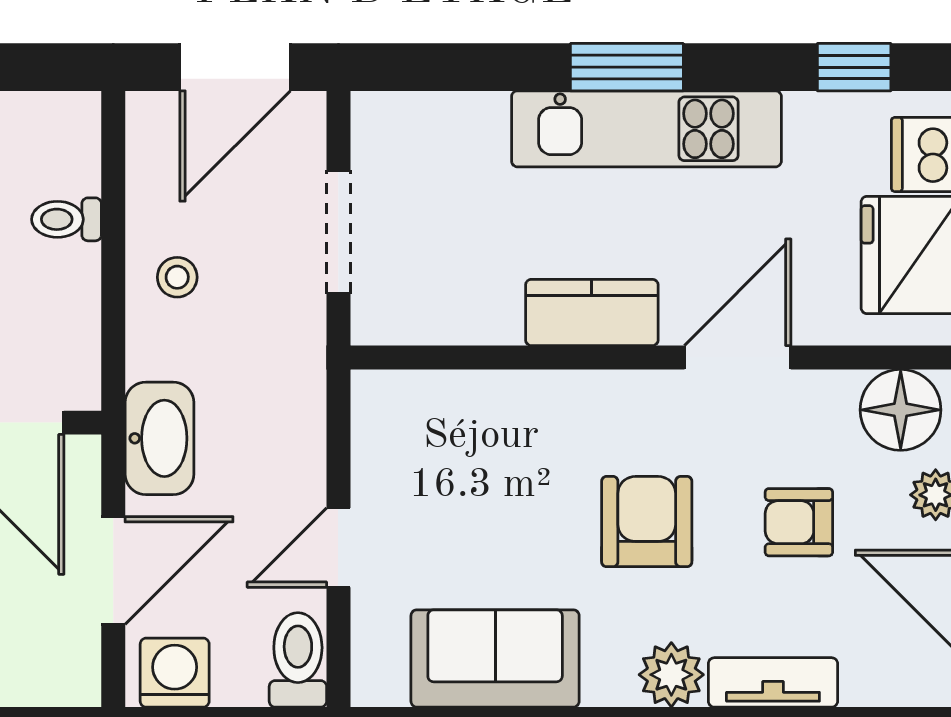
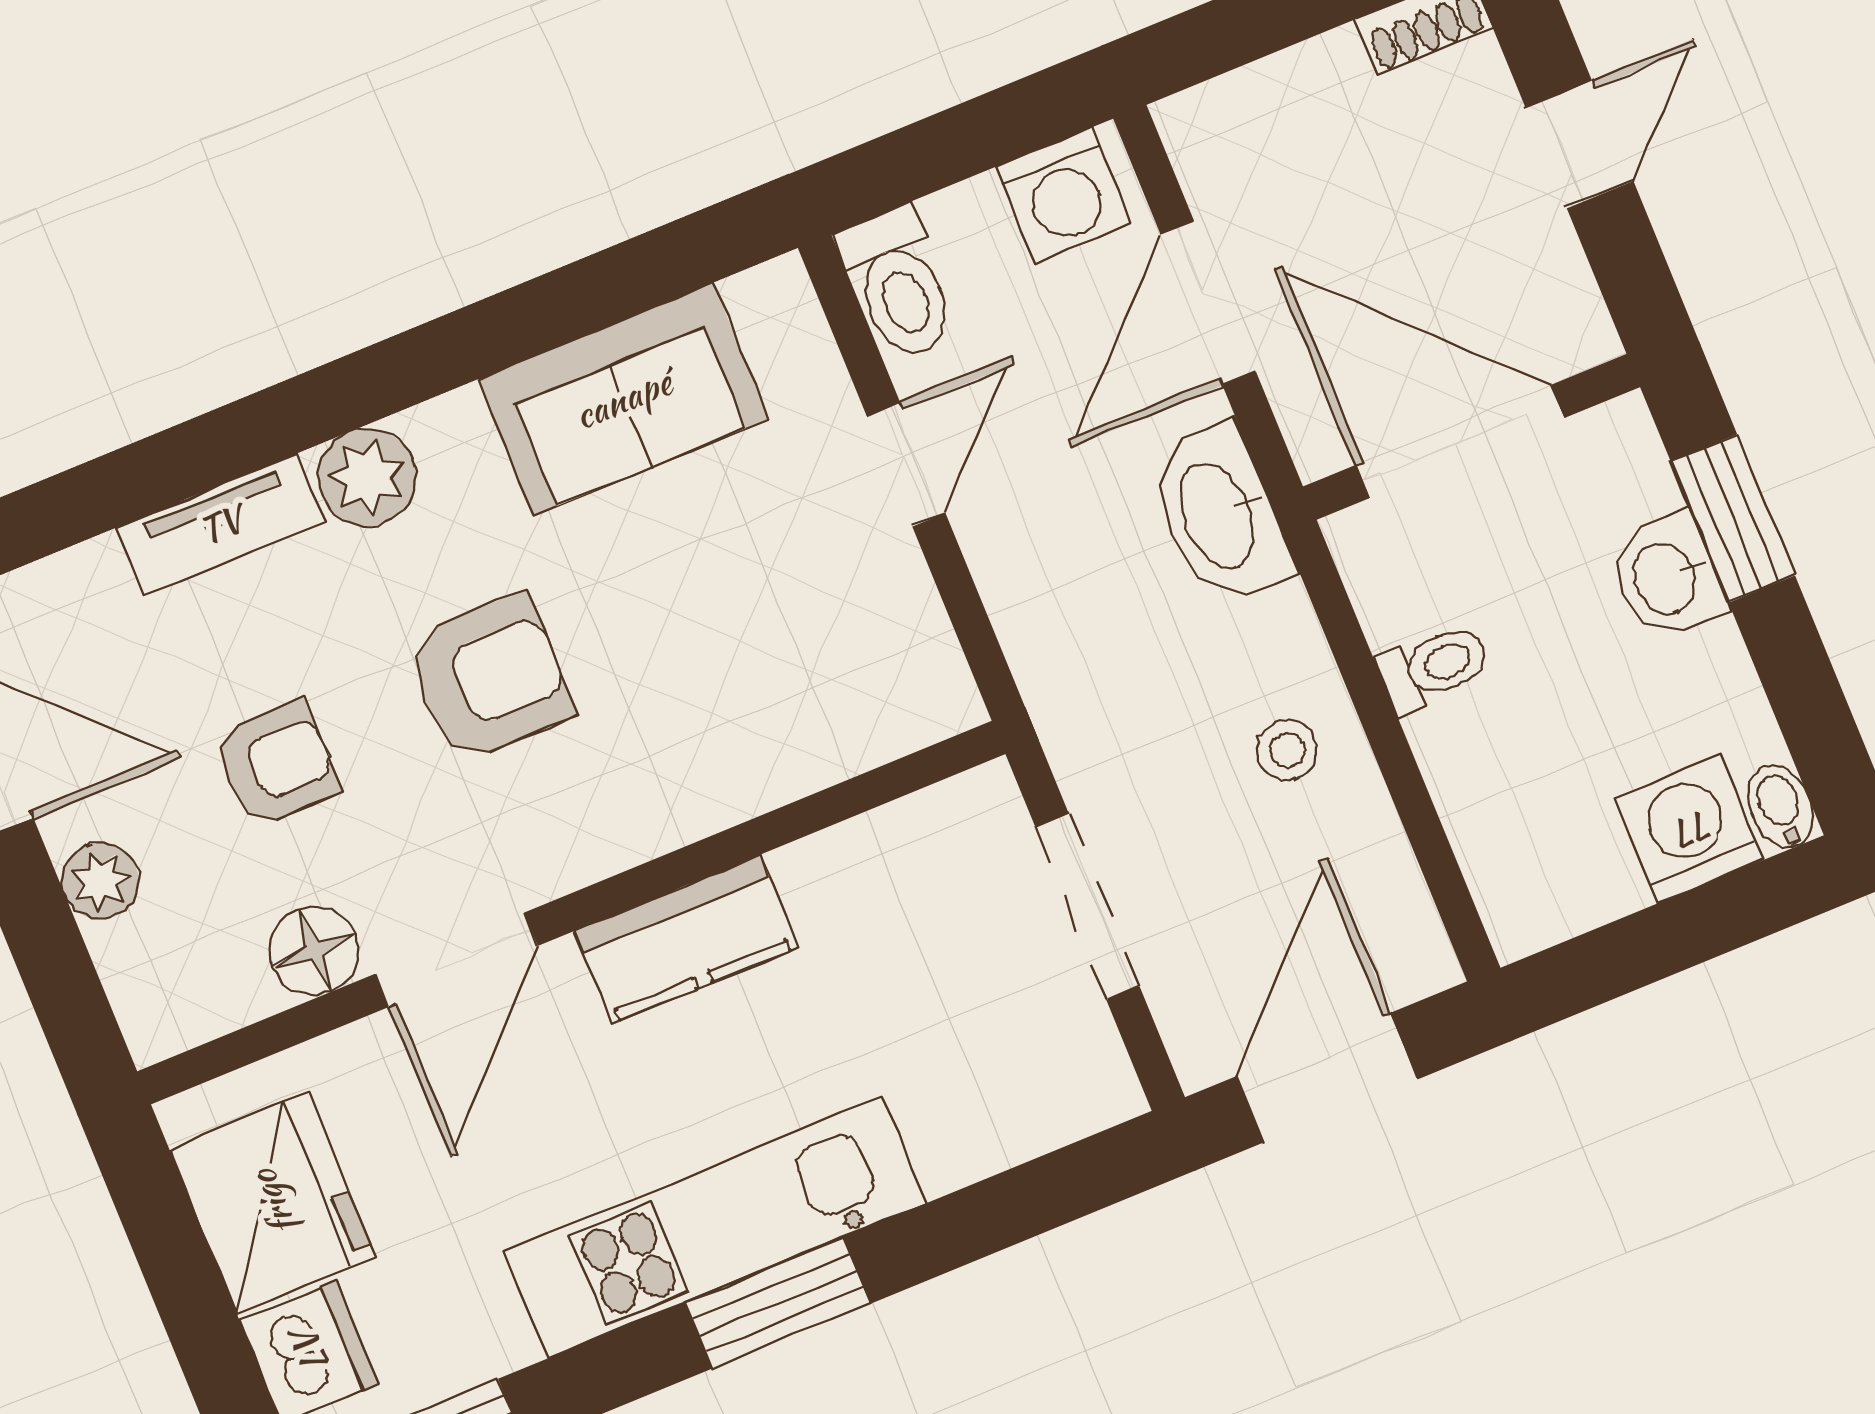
toilet: (67, 219) -> (1434, 667), moved
floor lamp: (901, 410) -> (314, 951), moved, width x0.73, depth x0.73
armchair: (647, 522) -> (489, 678), turned -90

